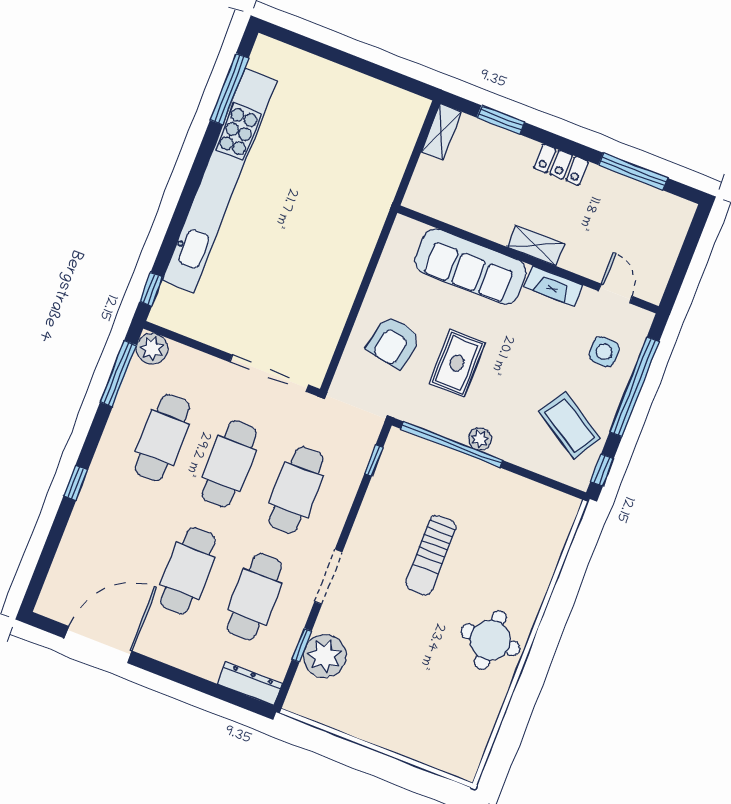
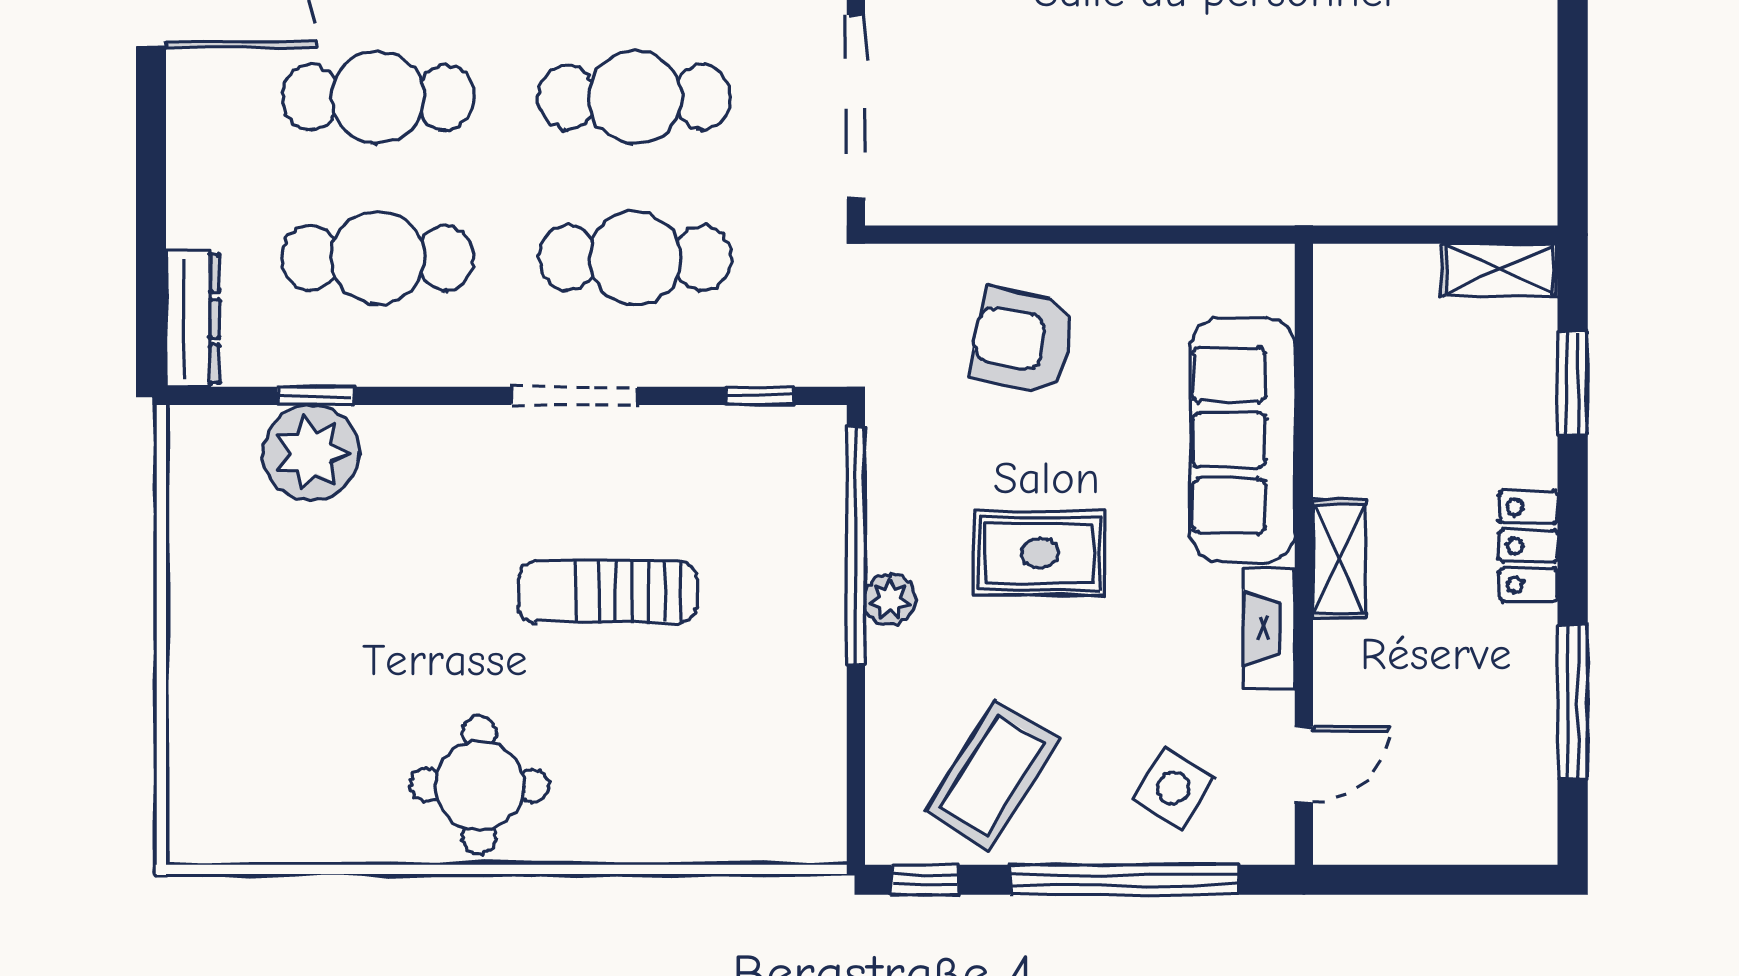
side table: (604, 352) -> (1173, 788), turned 31
rug: (457, 363) -> (1040, 553), moved
doorway: (328, 577) -> (574, 396), moved

